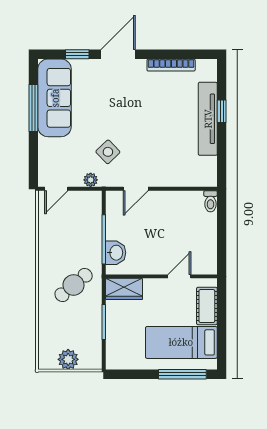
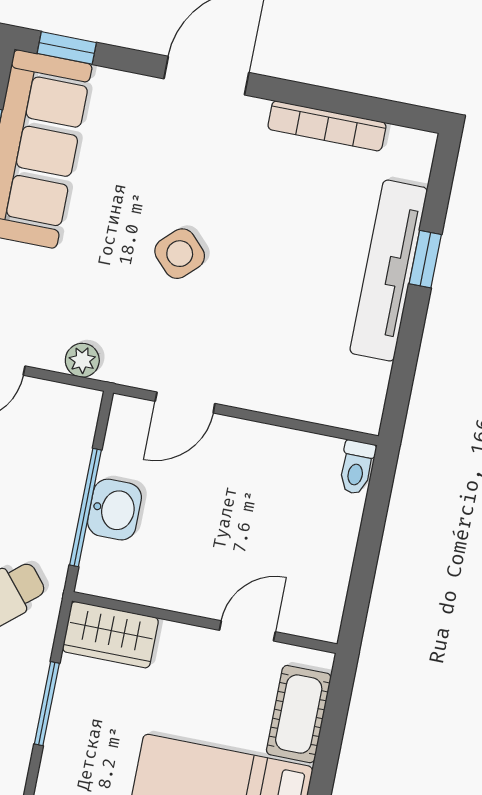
window: (77, 54) -> (67, 48), moved
side table: (108, 152) -> (180, 254), moved
washbasin: (116, 253) -> (115, 510), moved

